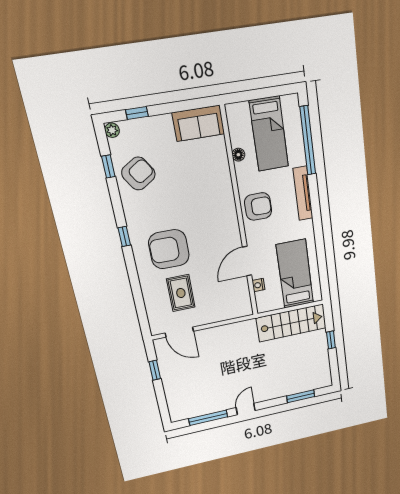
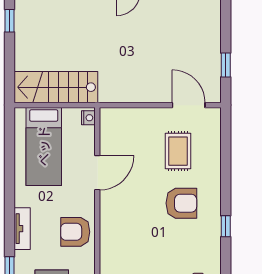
tv unit: (303, 193) -> (22, 229), width x0.71
armchair: (169, 249) -> (181, 203), width x0.73, depth x0.73
nightstand: (259, 285) -> (88, 118), moved
window: (331, 340) -> (10, 21), moved

